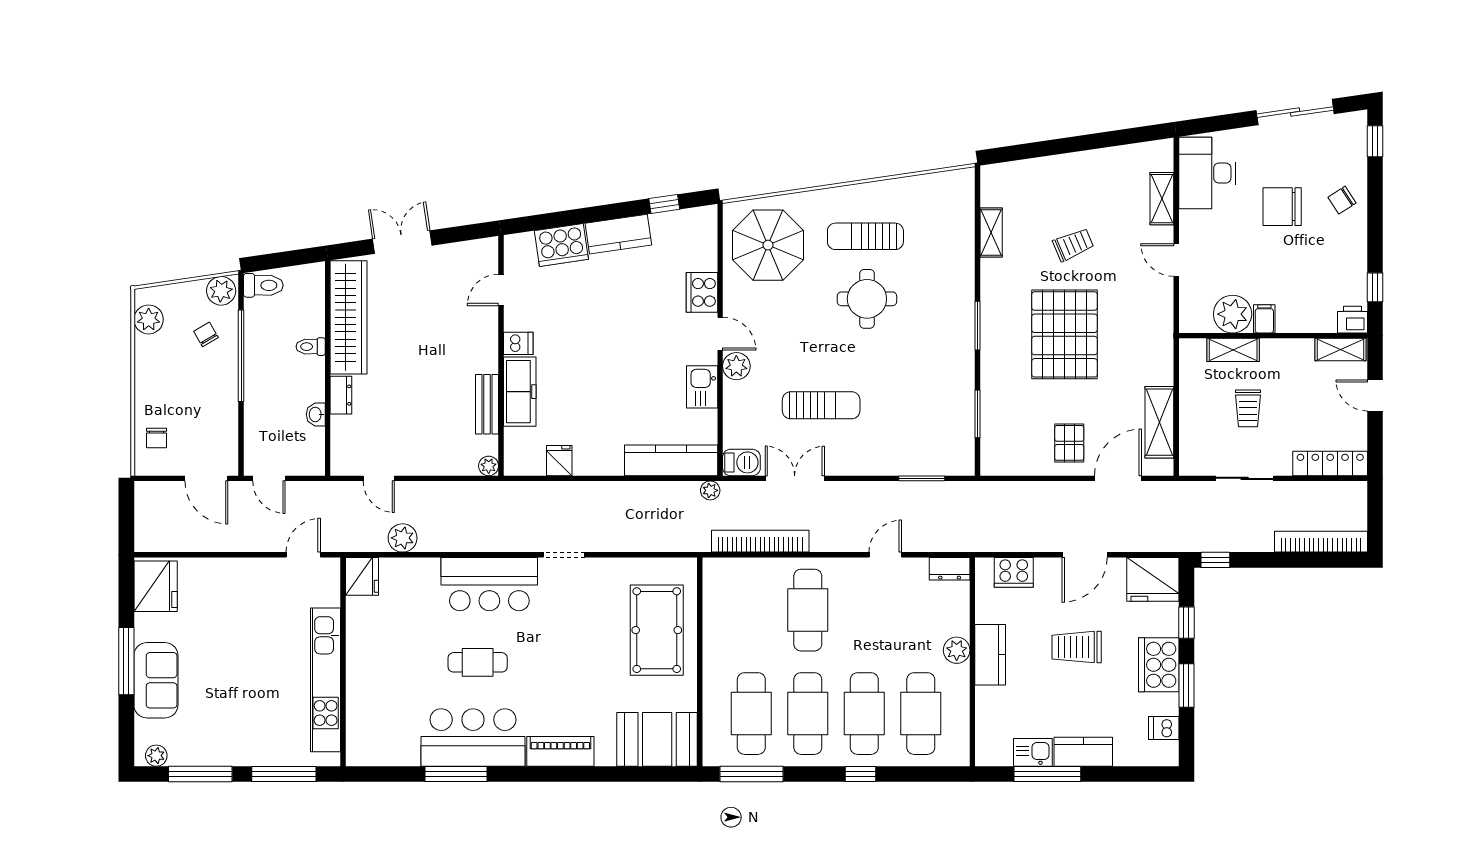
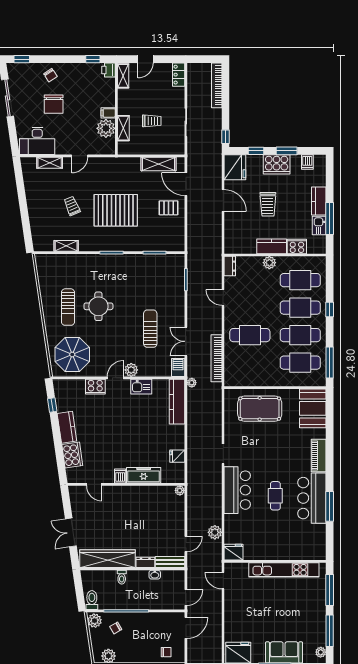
bench: (487, 404) -> (170, 562), moved
locker: (1330, 463) -> (179, 75), width x0.66
cooker: (1014, 572) -> (297, 246), moved, turned -90

